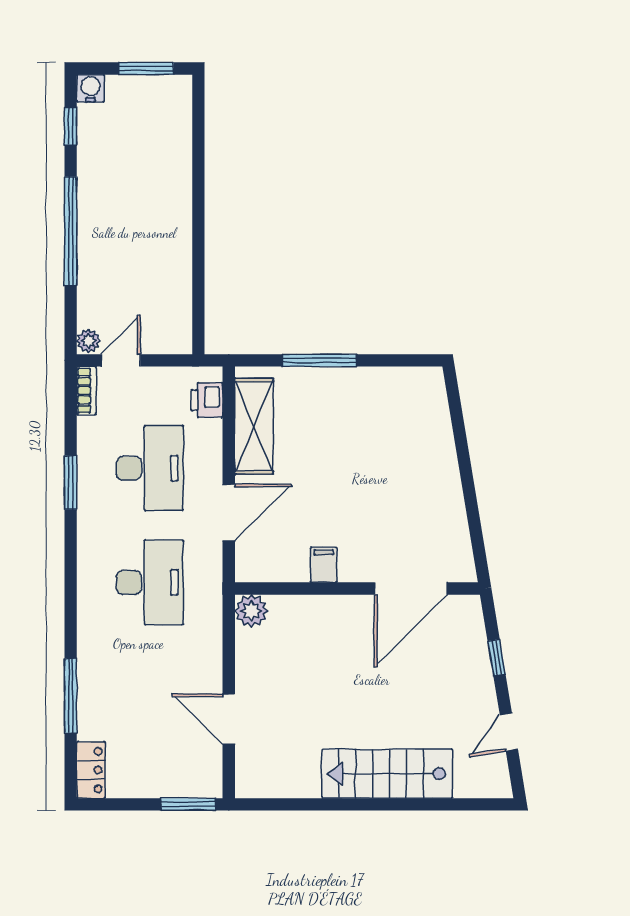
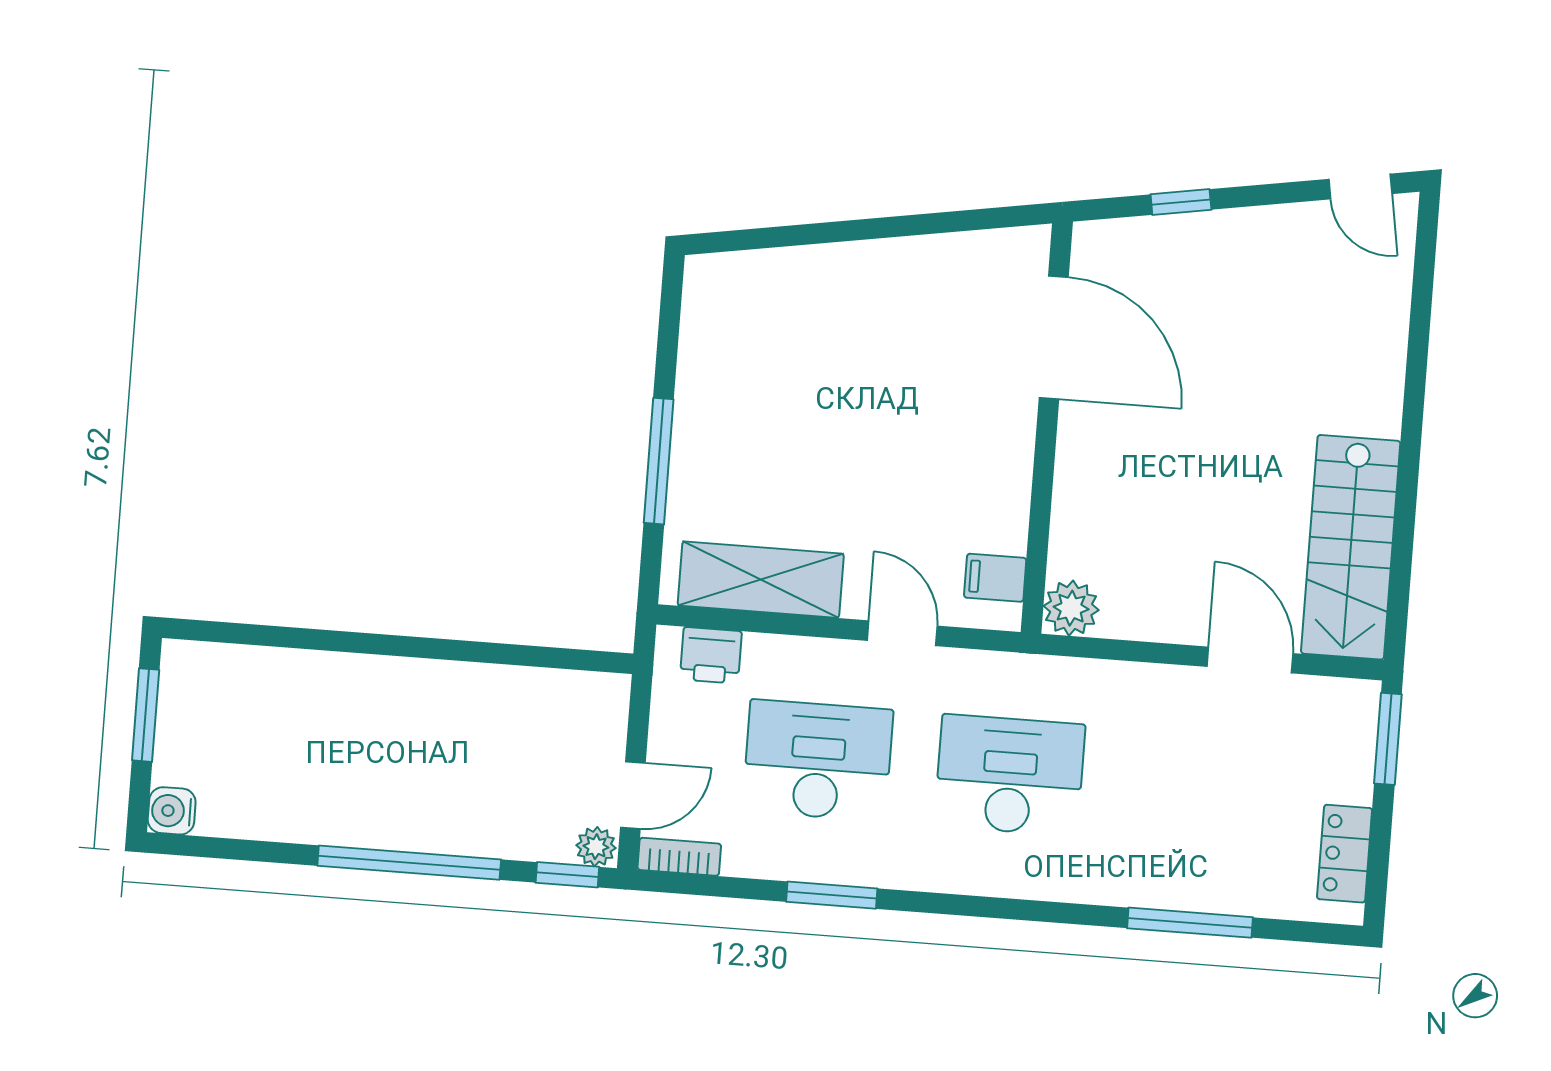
window: (71, 126) -> (567, 875), moved
door: (121, 360) -> (633, 795), swing flipped
door: (229, 512) -> (902, 633), width x0.73
filing cabinet: (324, 565) -> (995, 578), moved
door: (229, 719) -> (1250, 660), swing flipped
door: (509, 732) -> (1360, 186), moved
locker: (91, 770) -> (1345, 854), moved, turned -90
stairs: (387, 774) -> (1351, 547), moved

